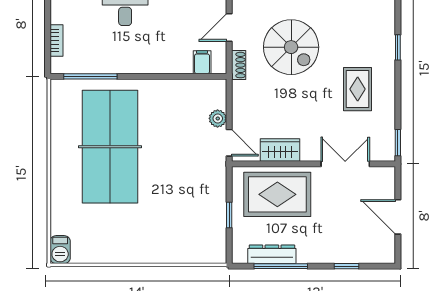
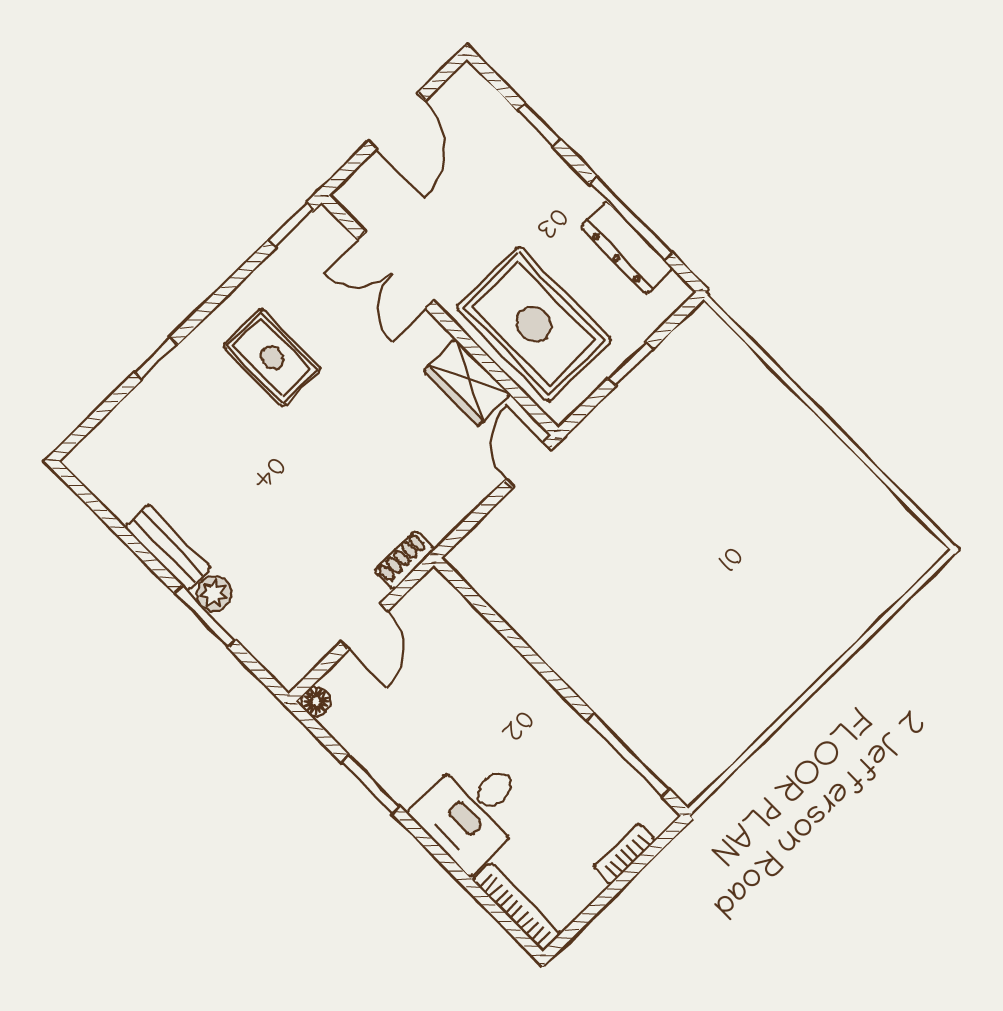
door: (229, 28) -> (364, 626), hinge flipped
spiral stairs: (291, 47) -> (305, 511), removed
filing cabinet: (202, 62) -> (452, 616), removed
rug: (358, 89) -> (272, 358), turned 90
plant: (218, 118) -> (510, 515), removed
table tennis table: (110, 147) -> (701, 629), removed
barbecue: (60, 250) -> (917, 555), removed

